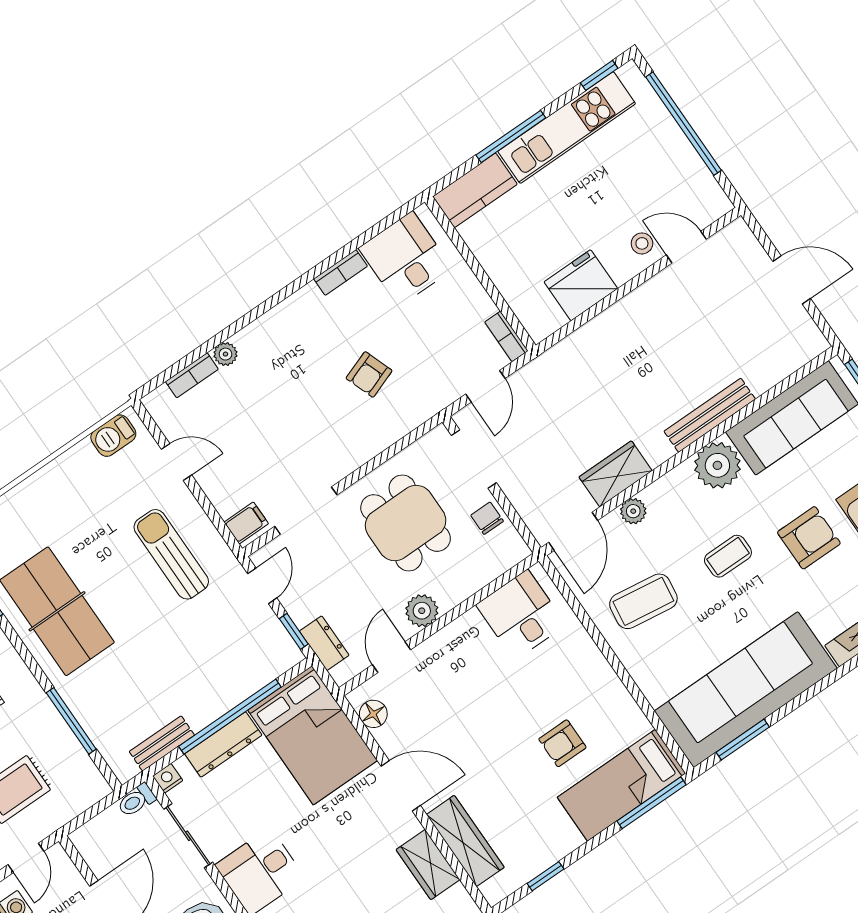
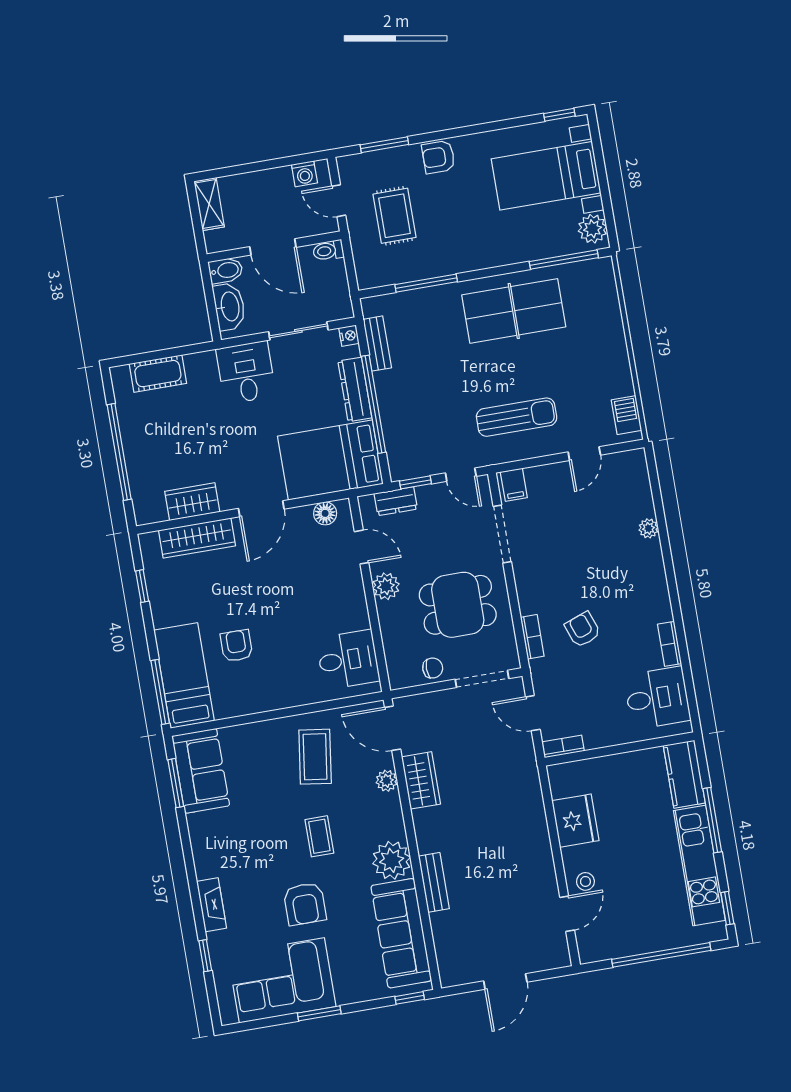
bookcase: (192, 375) -> (532, 637), moved, turned 180
bench: (710, 415) -> (434, 882), width x0.73
sofa: (746, 690) -> (201, 771), width x0.54, depth x0.79
toilet: (136, 800) -> (328, 251), moved, turned -90

